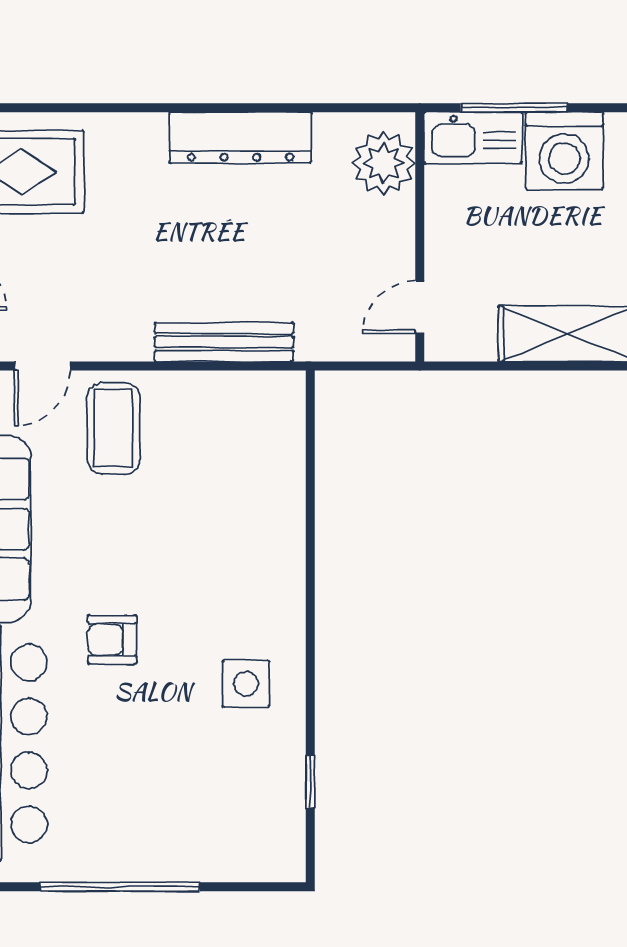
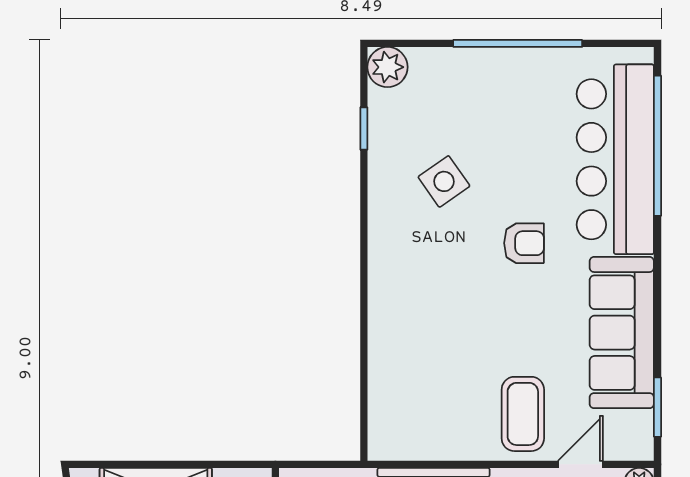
side table: (246, 684) -> (444, 181), moved, turned -35
plant: (281, 857) -> (387, 67), added

